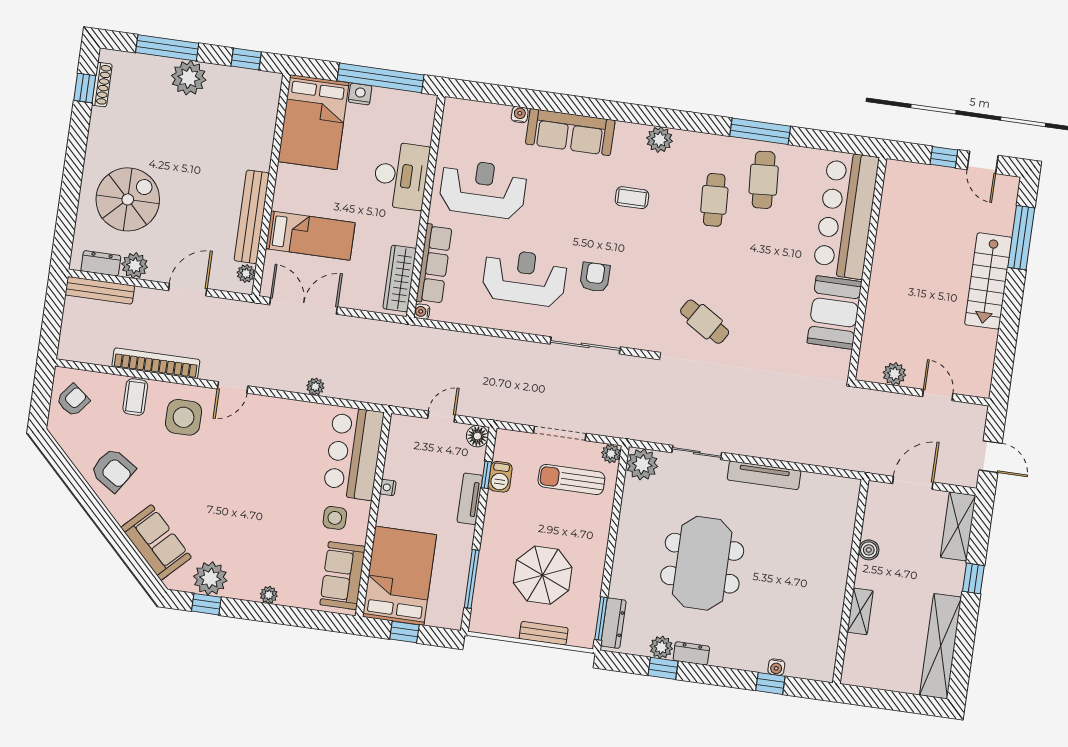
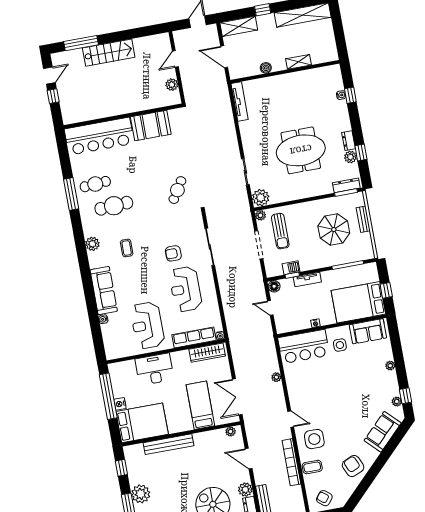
cafe table: (714, 200) -> (114, 206), width x1.37, depth x1.35
bench: (252, 217) -> (168, 444), moved
armchair: (113, 470) -> (353, 466), turned -57
tv unit: (764, 475) -> (240, 102), moved
plant: (210, 578) -> (397, 402), width x0.53, depth x0.53

